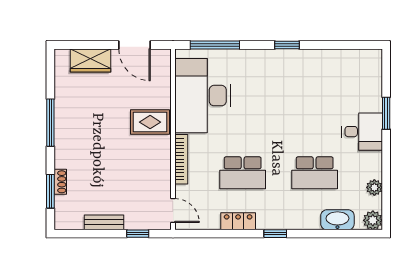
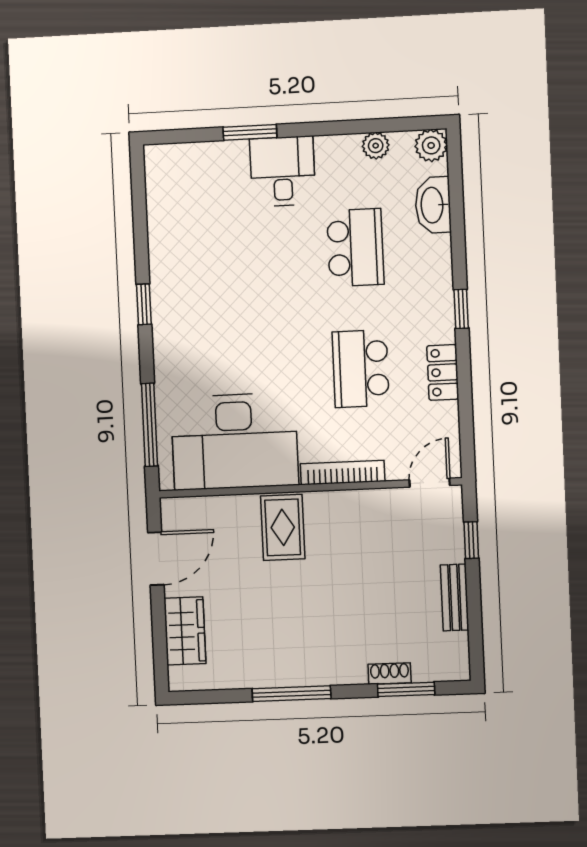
school desk: (243, 173) -> (361, 369), turned 180

